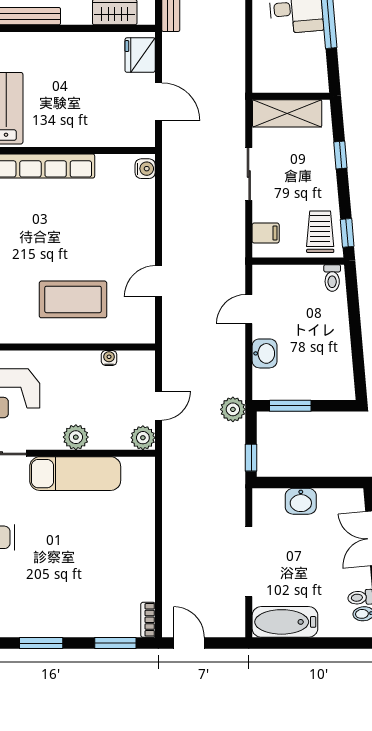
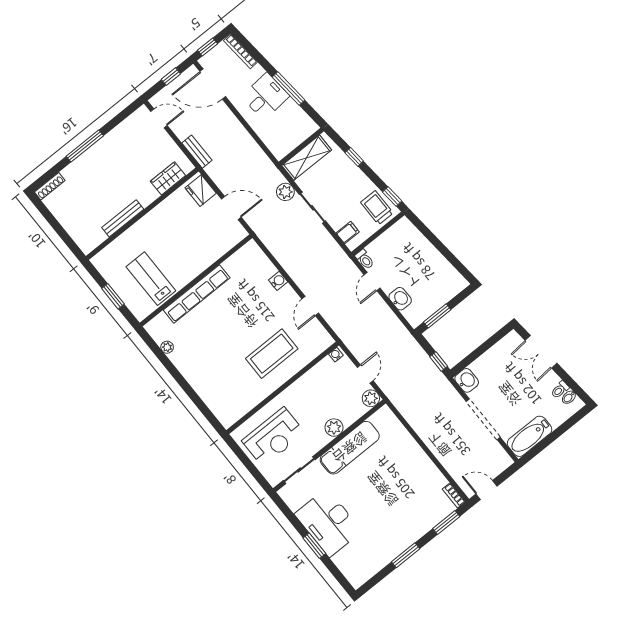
water cooler: (145, 169) -> (278, 281), moved
toilet: (332, 278) -> (365, 259), moved
water cooler: (109, 358) -> (336, 355), moved
plant: (233, 409) -> (285, 192), moved
washbasin: (301, 501) -> (467, 380), moved, turned -90

